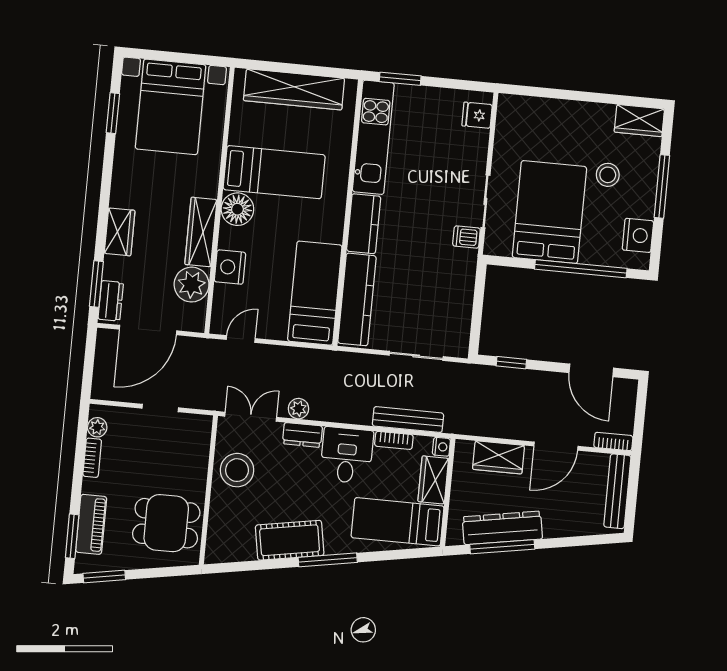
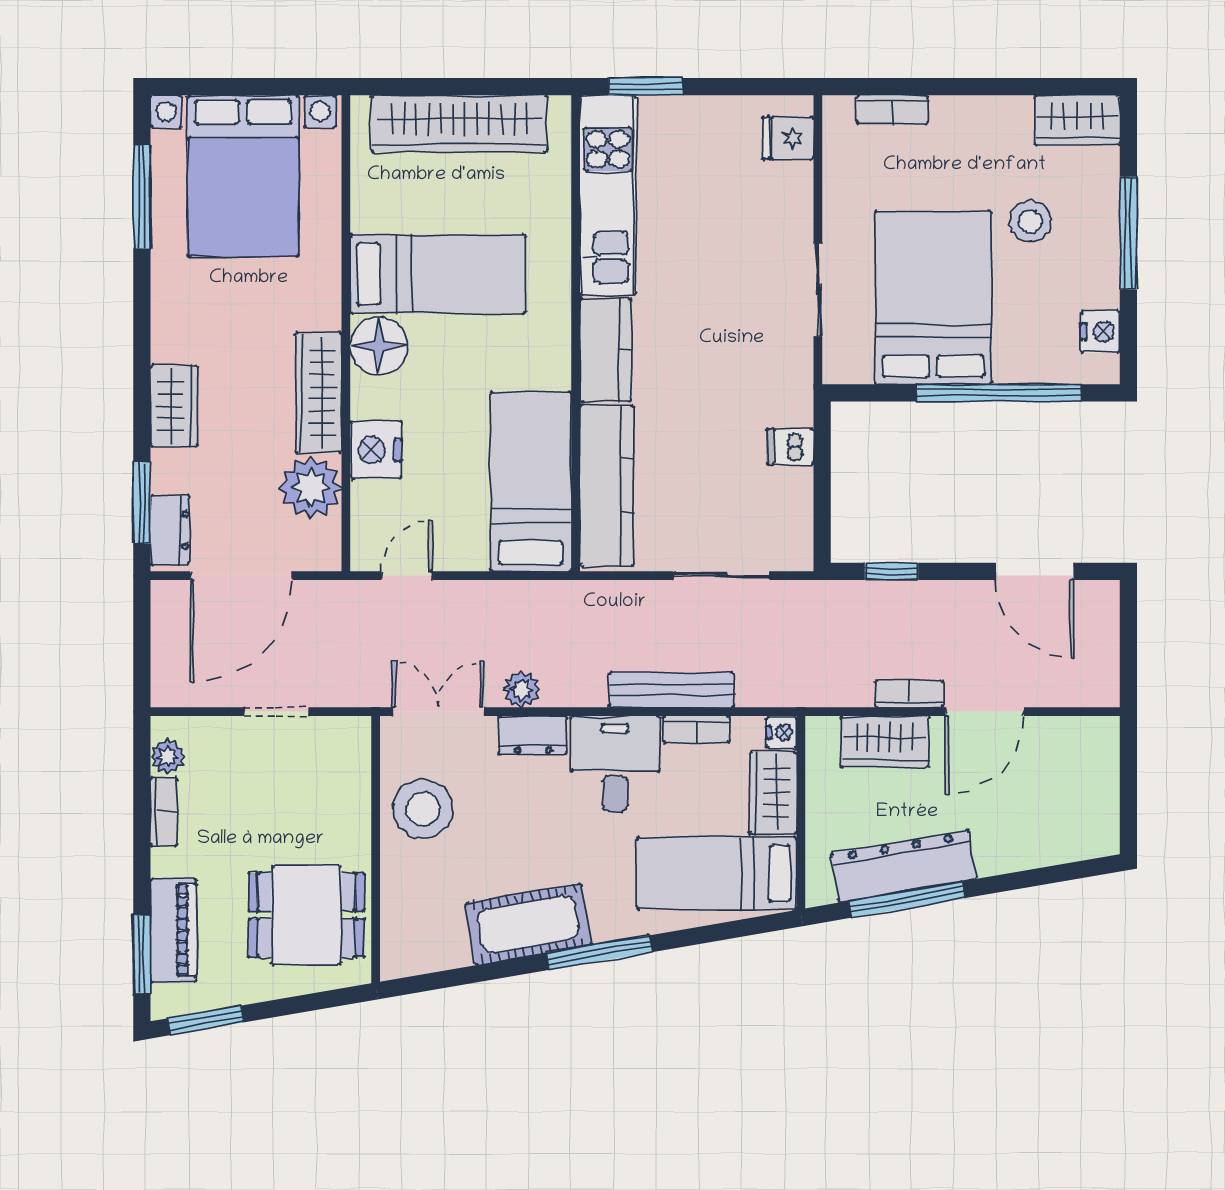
bookcase: (537, 105) -> (892, 109), added
window: (113, 113) -> (142, 197), width x1.44
nightstand: (638, 235) -> (1100, 332), width x0.74, depth x0.75
dishwasher: (466, 237) -> (790, 447), moved
bench: (408, 420) -> (672, 690), moved
bookcase: (613, 442) -> (909, 694), moved
bench: (617, 491) -> (1102, 781), removed

